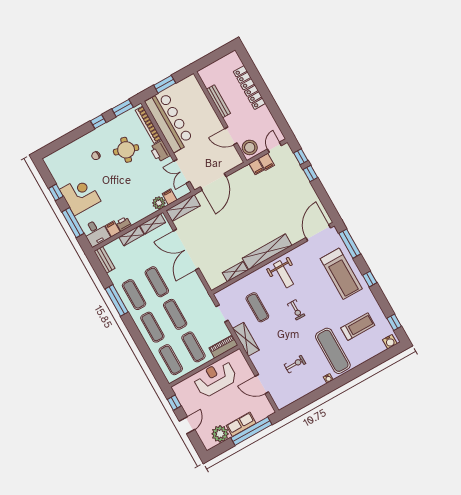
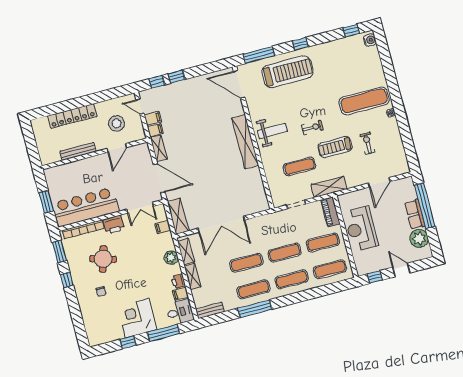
stool: (250, 147) -> (116, 123), moved
plant: (159, 203) -> (171, 257), moved
shelving: (235, 272) -> (159, 148), moved
treadmill: (358, 327) -> (335, 147), moved, turned -90

